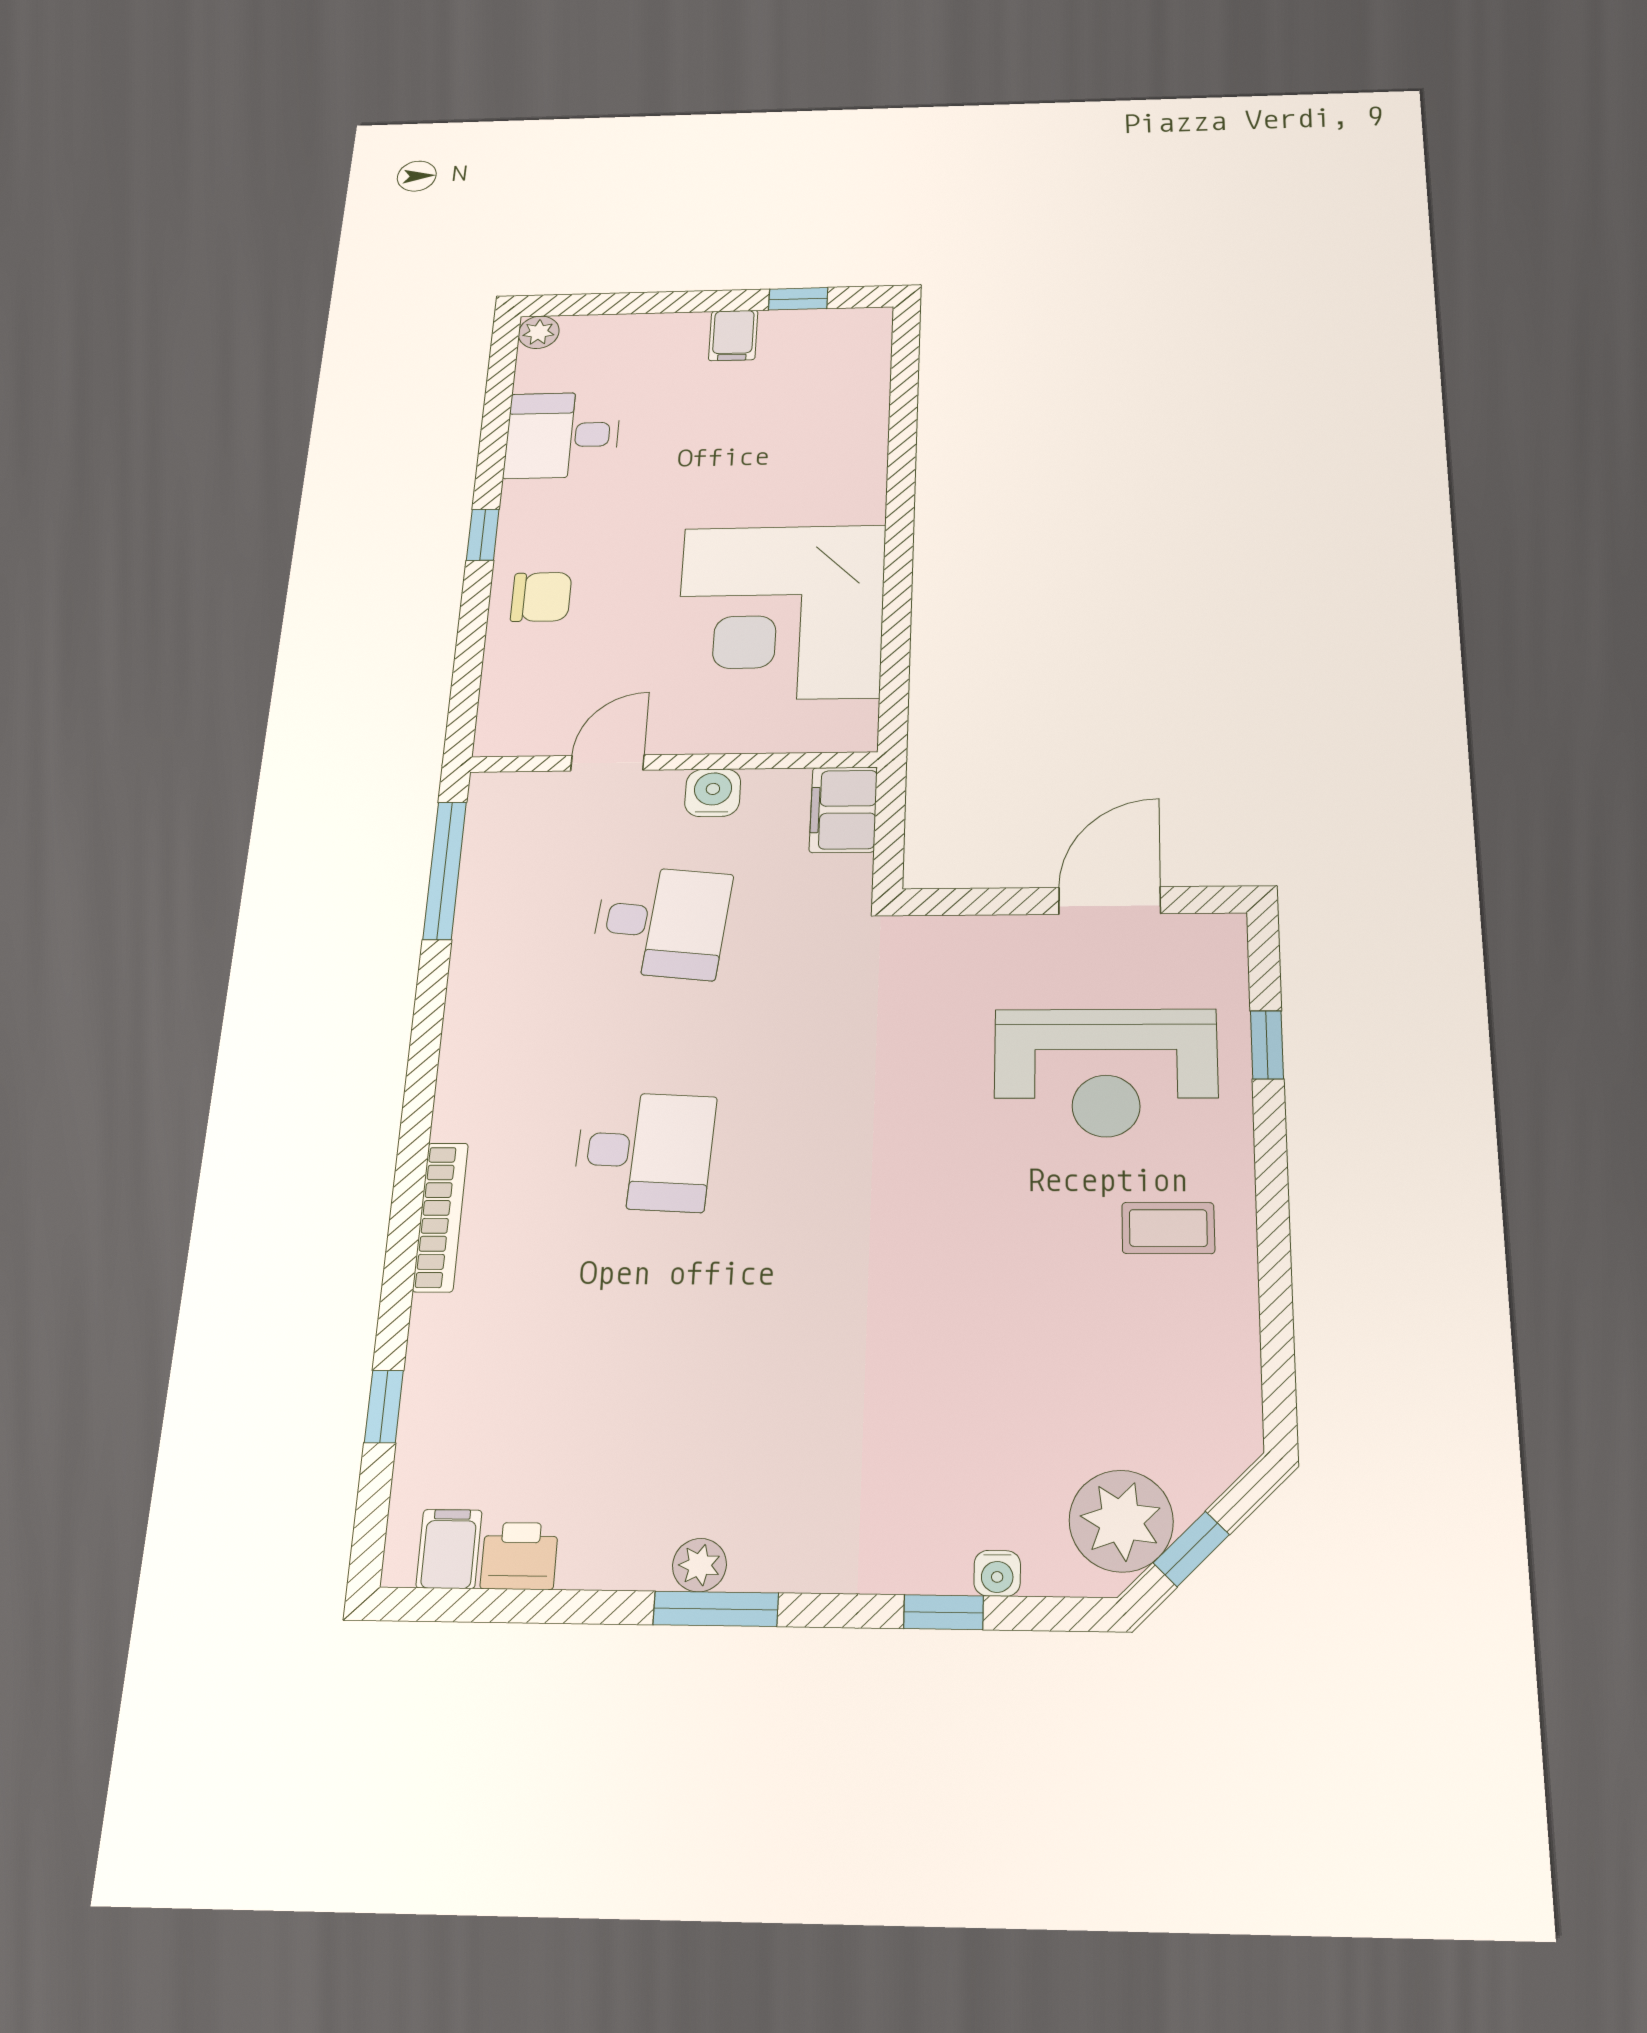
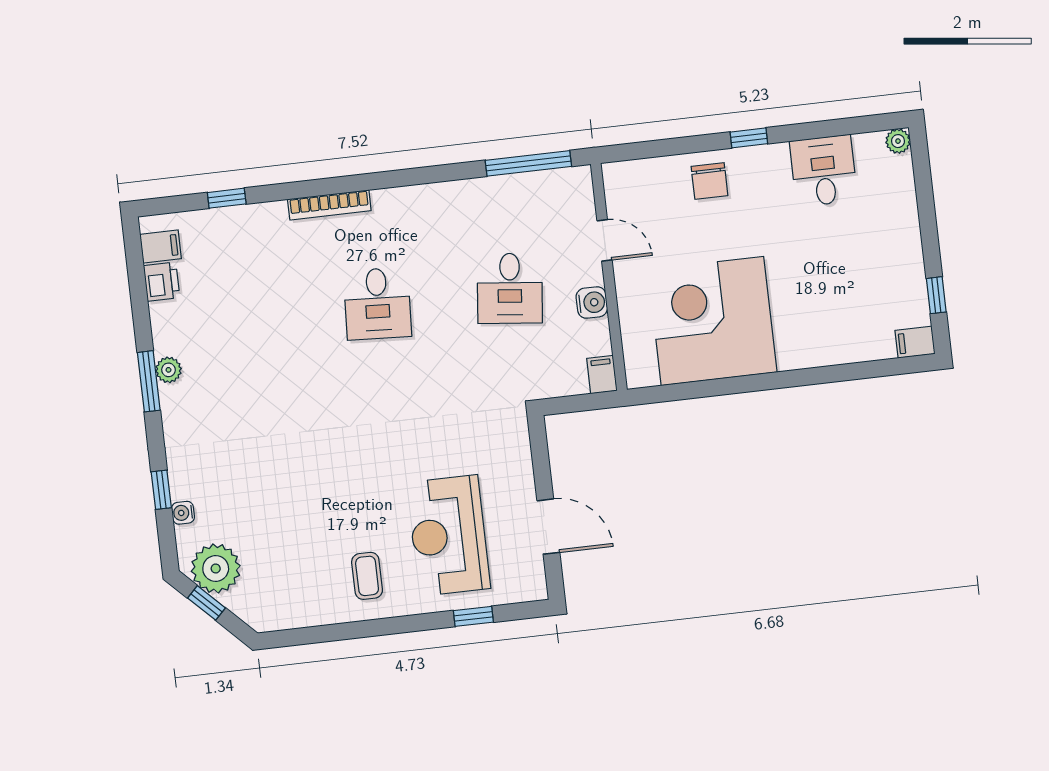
filing cabinet: (733, 335) -> (915, 342), moved
filing cabinet: (843, 810) -> (602, 375), width x0.50

